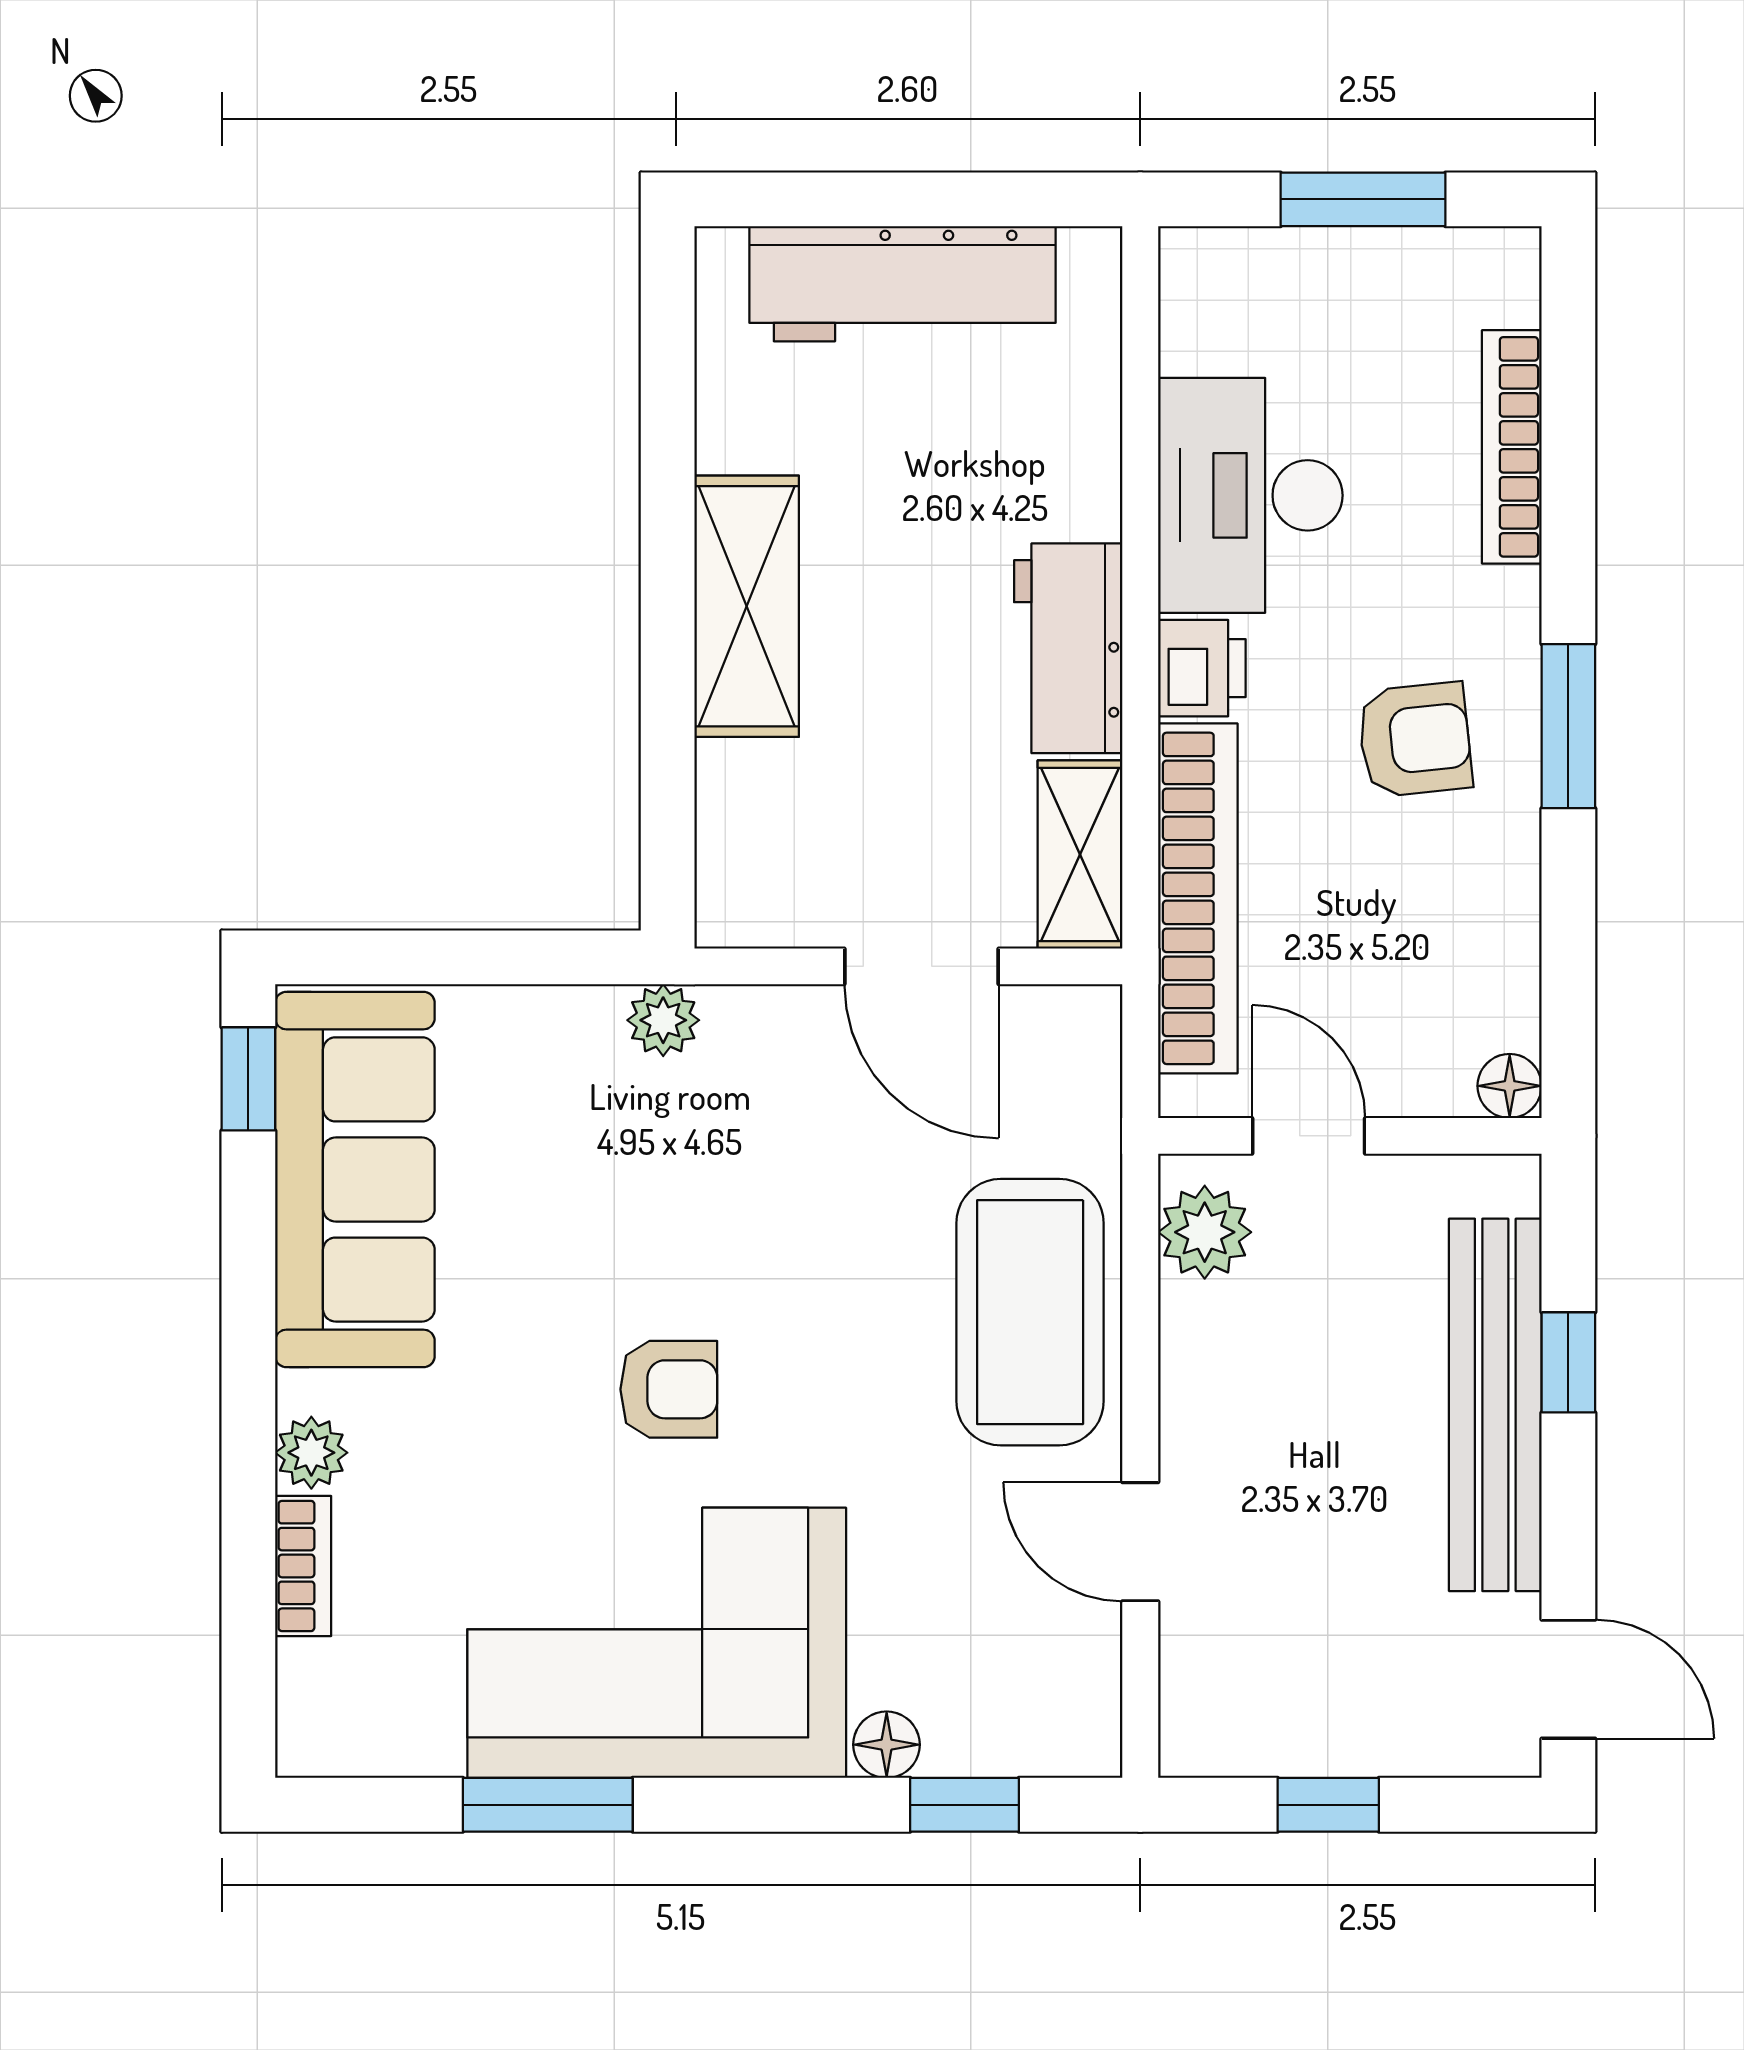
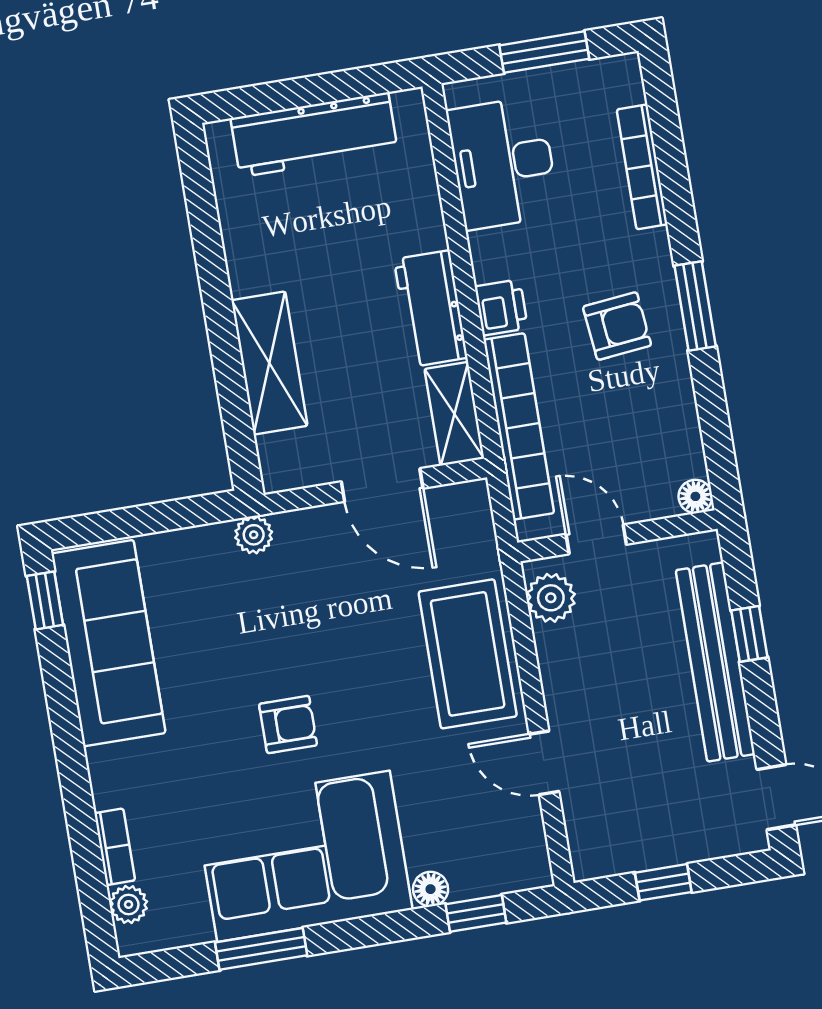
desk: (1250, 495) -> (503, 163), moved
shelving: (747, 606) -> (269, 363), moved
plant: (311, 1453) -> (129, 904), moved

